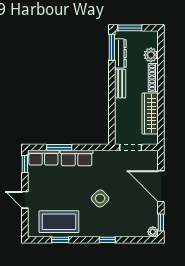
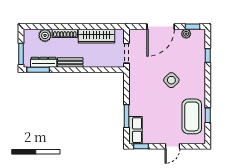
row of seats: (77, 158) -> (136, 101), removed
plant: (153, 232) -> (186, 34), moved
window: (107, 240) -> (208, 55), moved

